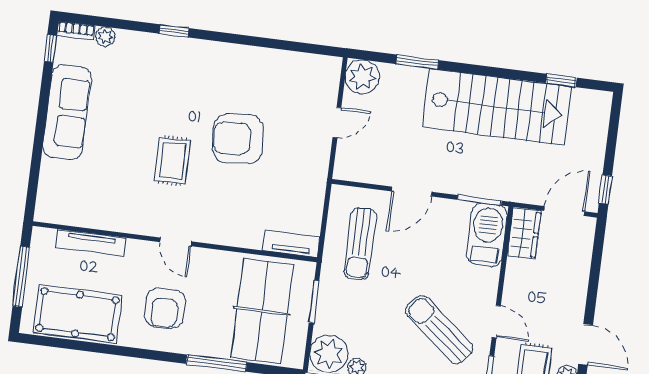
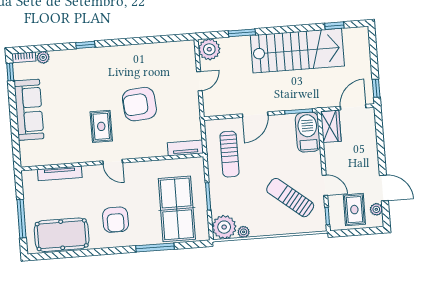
wall: (175, 242) -> (112, 162), moved
door: (176, 242) -> (113, 162), moved
tv unit: (91, 243) -> (60, 173), moved
tv unit: (291, 244) -> (185, 148), moved

